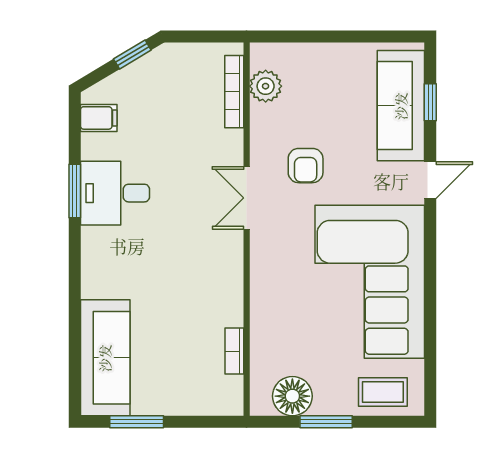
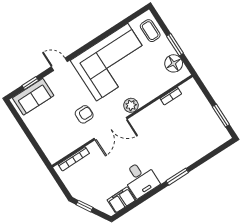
plant: (266, 86) -> (131, 105), moved
sofa: (401, 106) -> (33, 97), width x0.73
filing cabinet: (99, 118) -> (122, 200), width x2.00
window: (75, 191) -> (177, 177), moved
double door: (247, 198) -> (111, 129), width x1.37
sofa: (105, 358) -> (205, 143), removed

